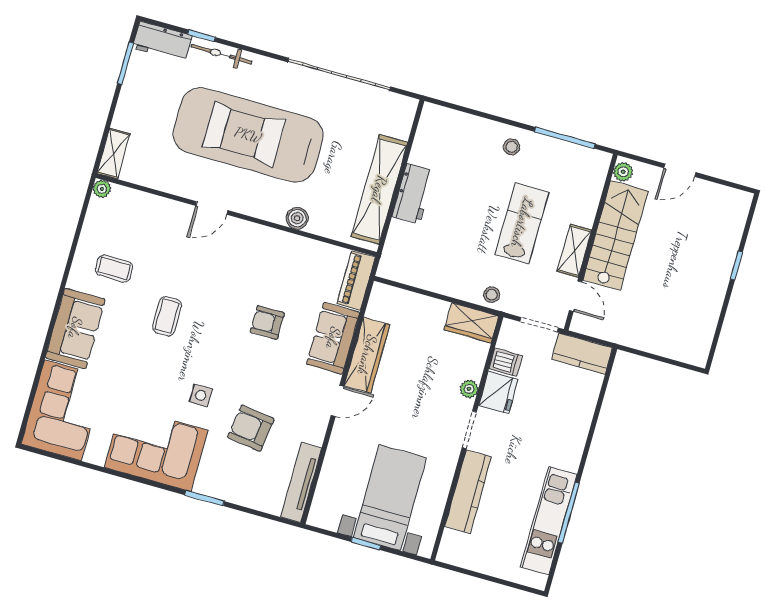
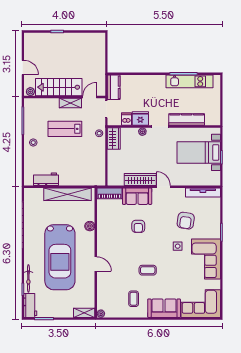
workbench: (413, 194) -> (46, 179), moved

